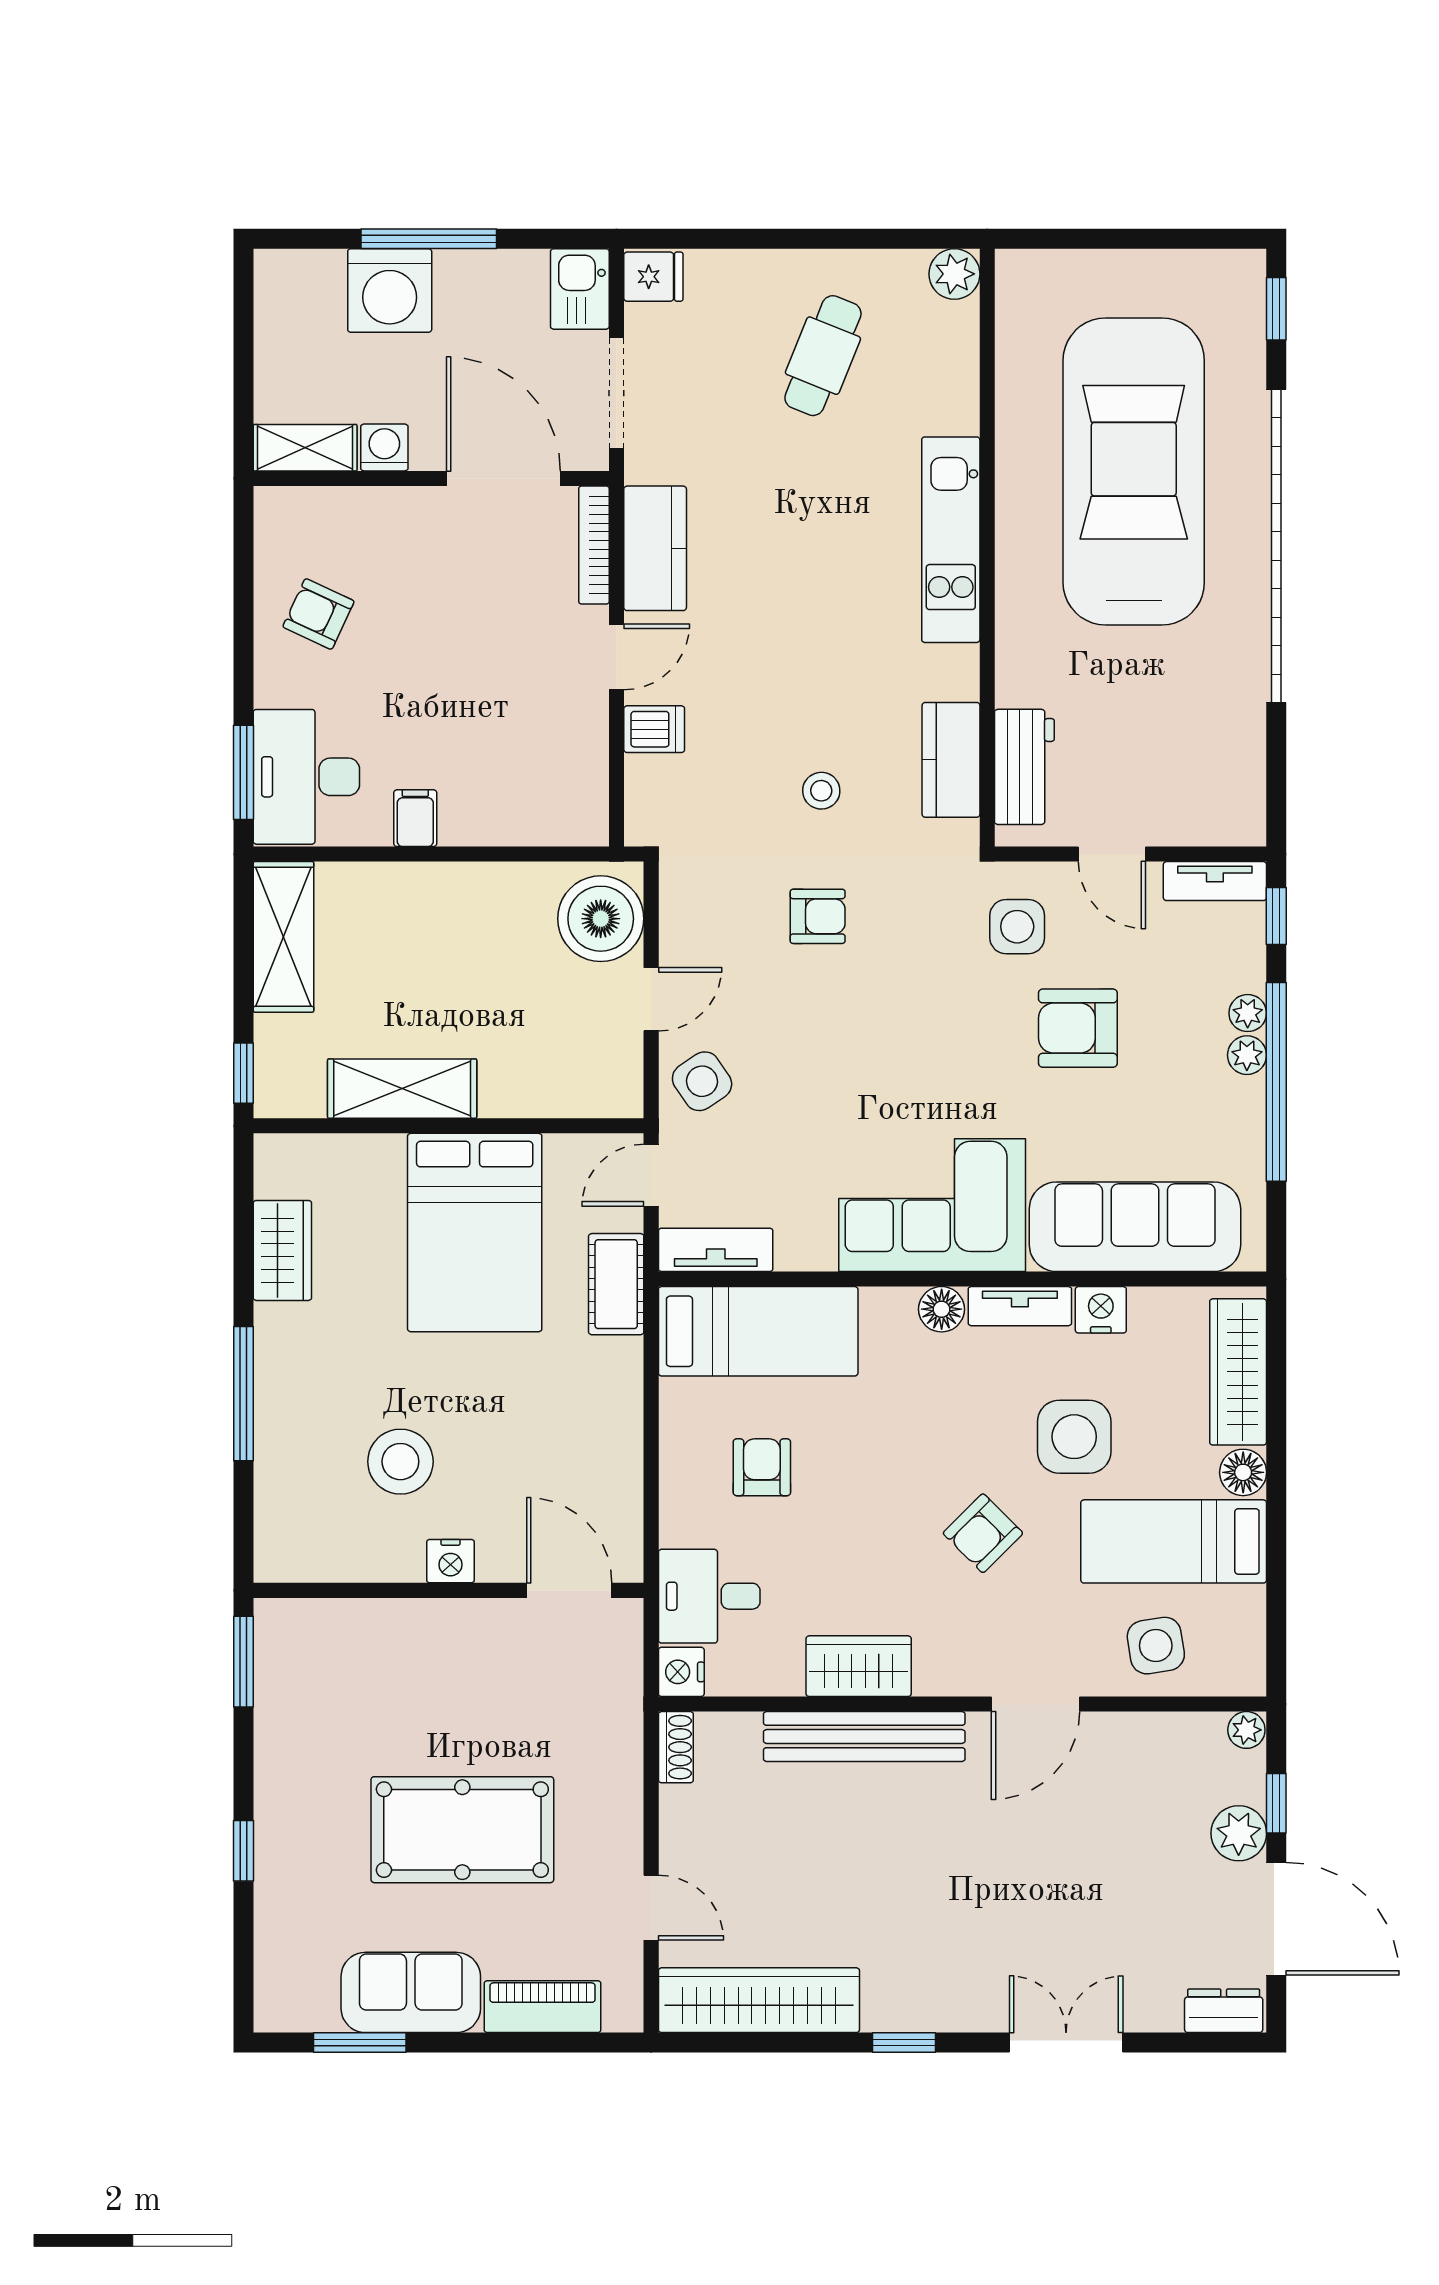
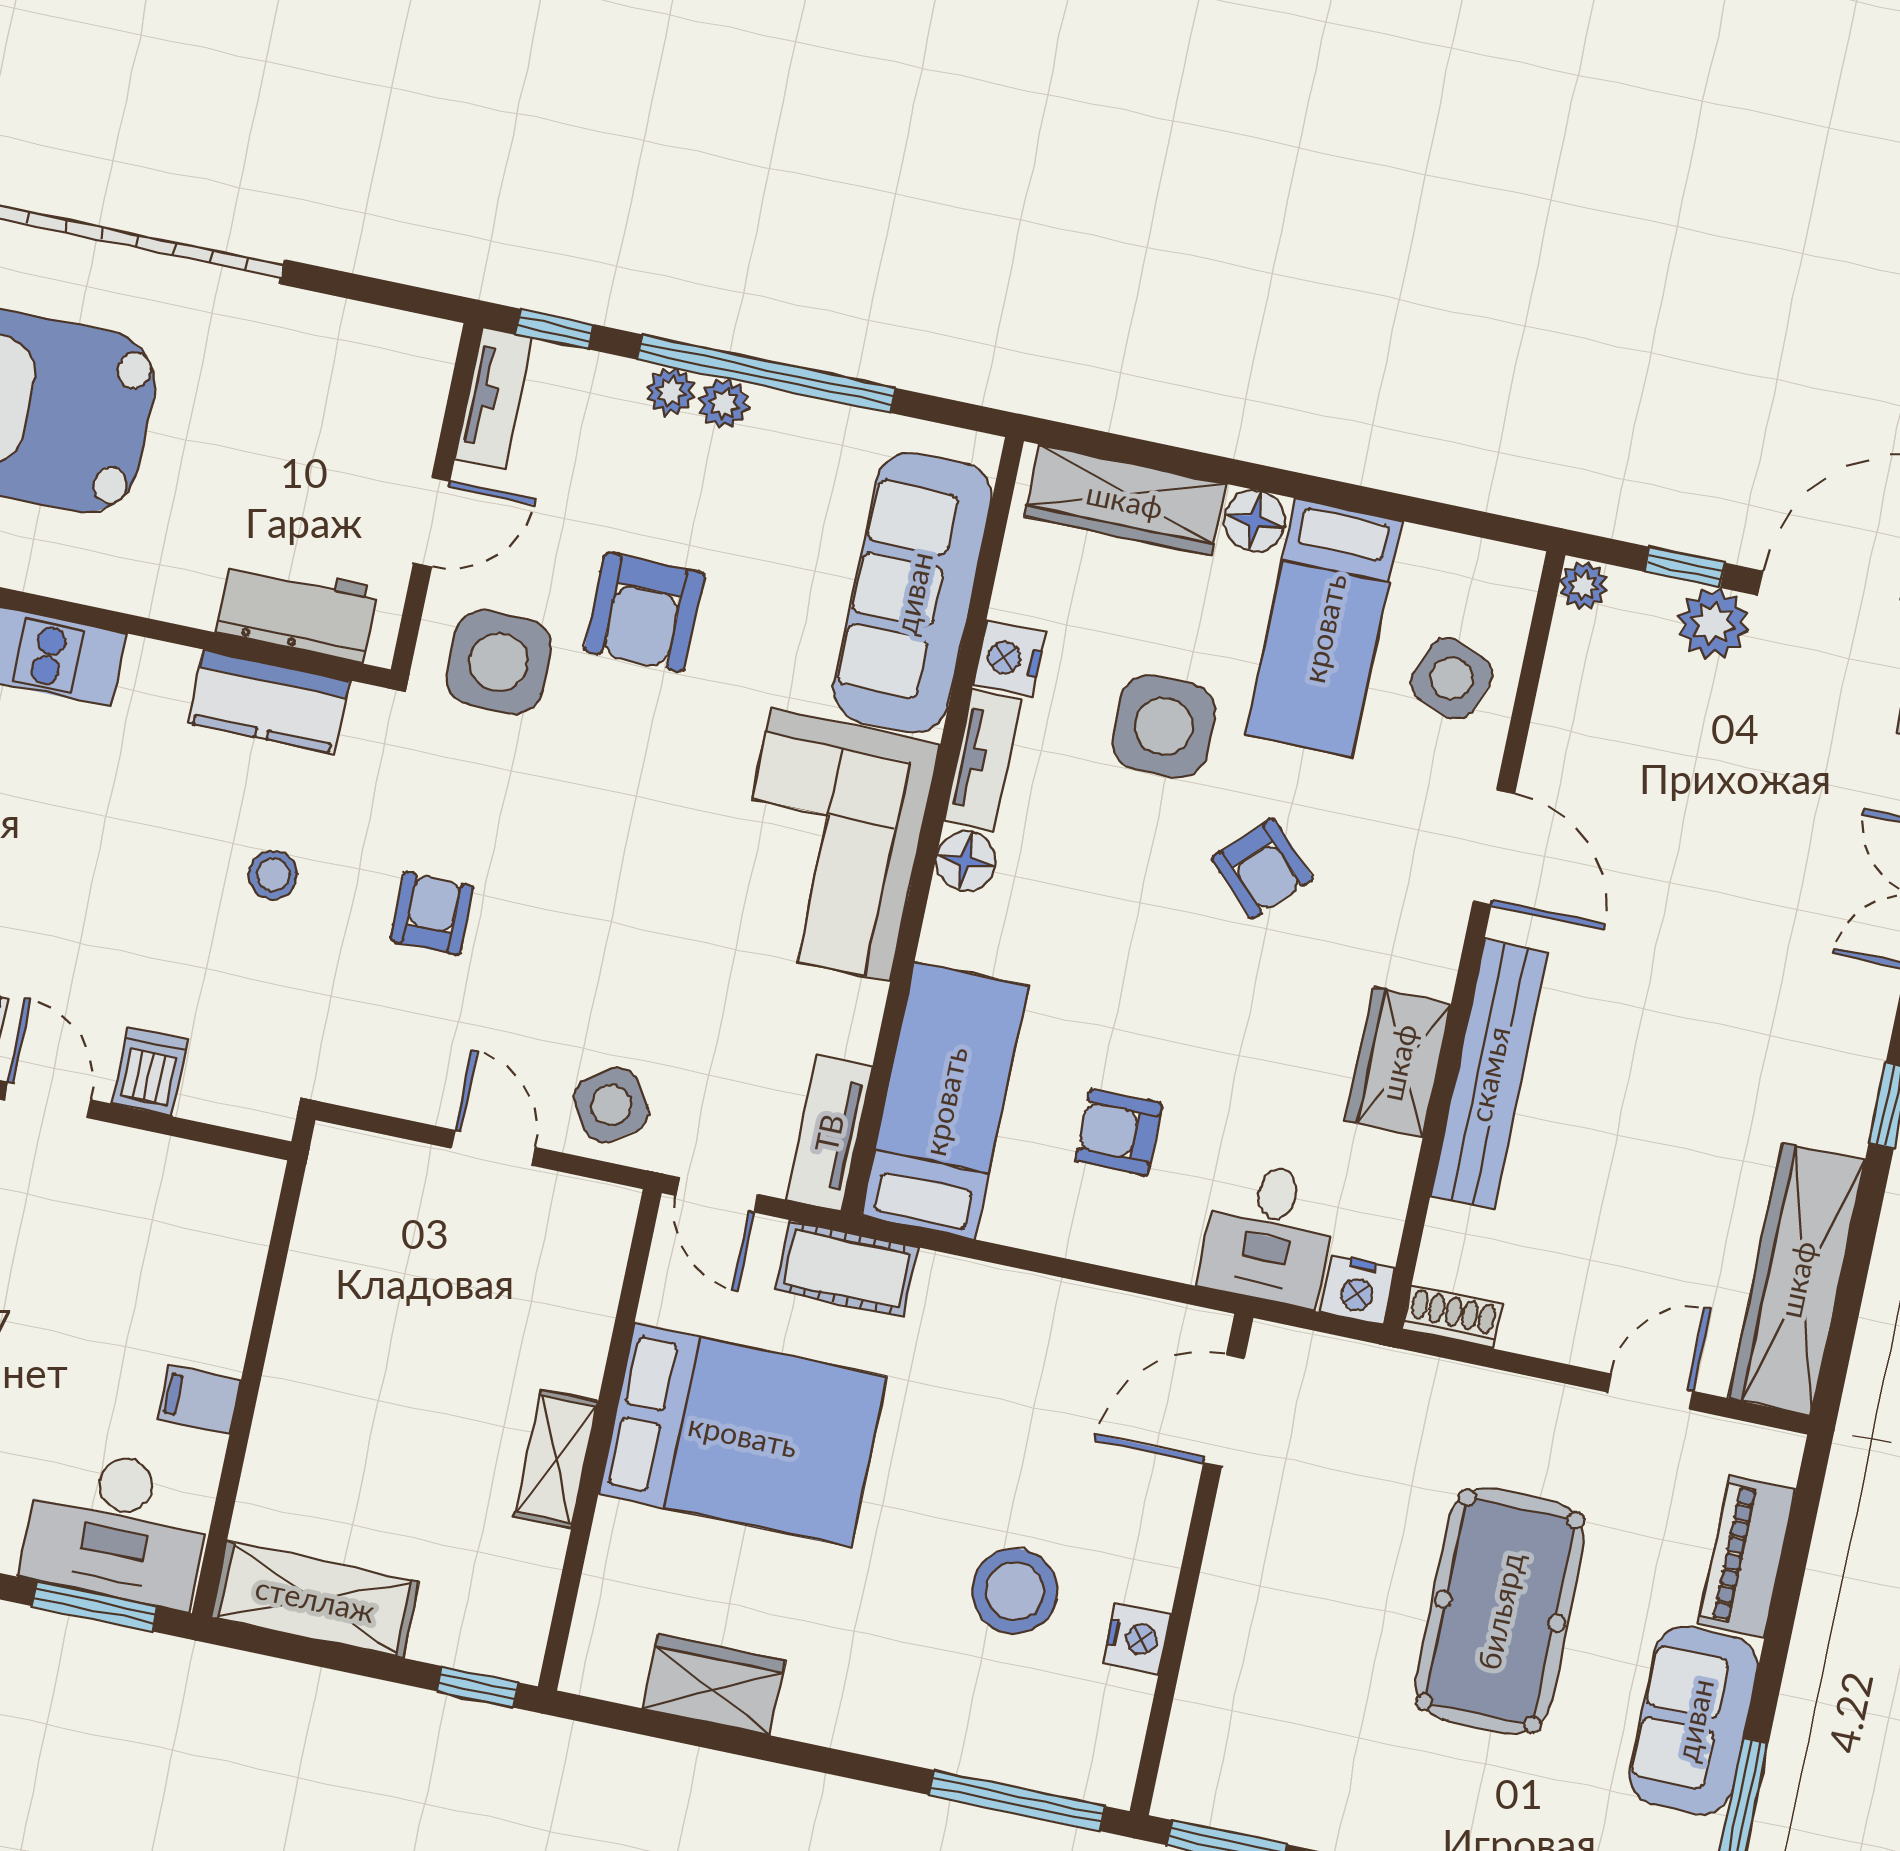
boiler: (601, 919) -> (377, 1190), removed
side table: (1017, 927) -> (499, 662), width x1.37, depth x1.37
shelving: (402, 1089) -> (556, 1459), width x0.67, depth x0.75
window: (243, 1394) -> (1016, 1800), moved
nightstand: (451, 1561) -> (1137, 1638), moved
side table: (1156, 1646) -> (1452, 678), turned 30

